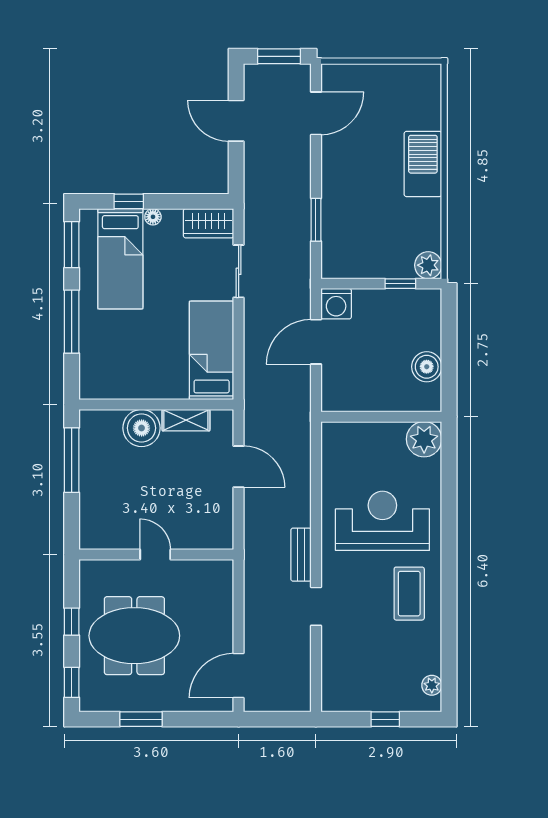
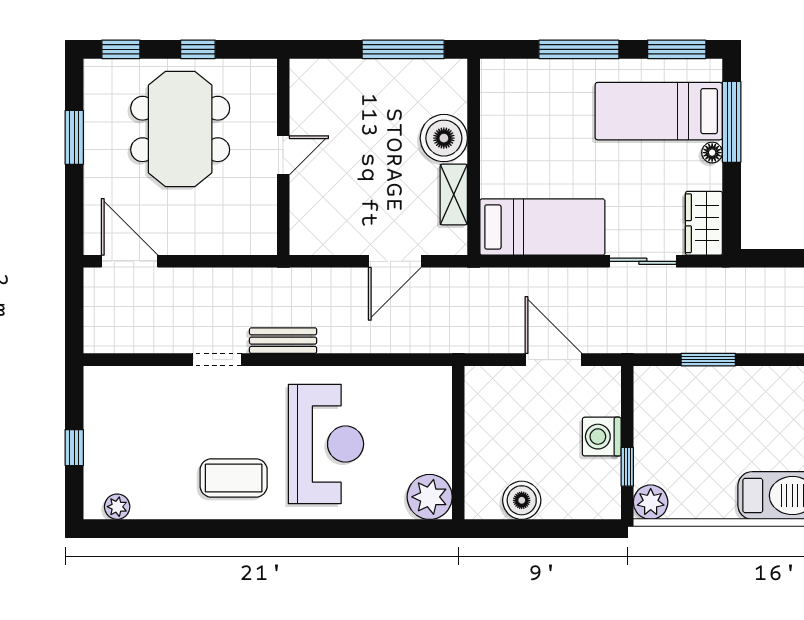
window: (129, 201) -> (732, 122), width x2.17
washing machine: (336, 304) -> (602, 437), moved

